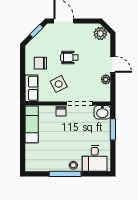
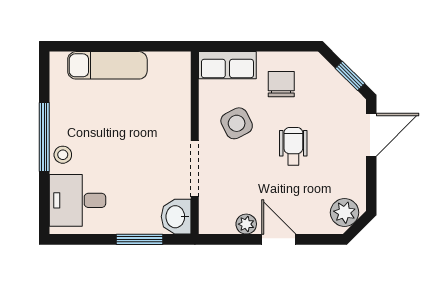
door: (113, 64) -> (279, 239), swing flipped
chair: (61, 111) -> (178, 128), removed
exam couch: (32, 124) -> (107, 65), moved

